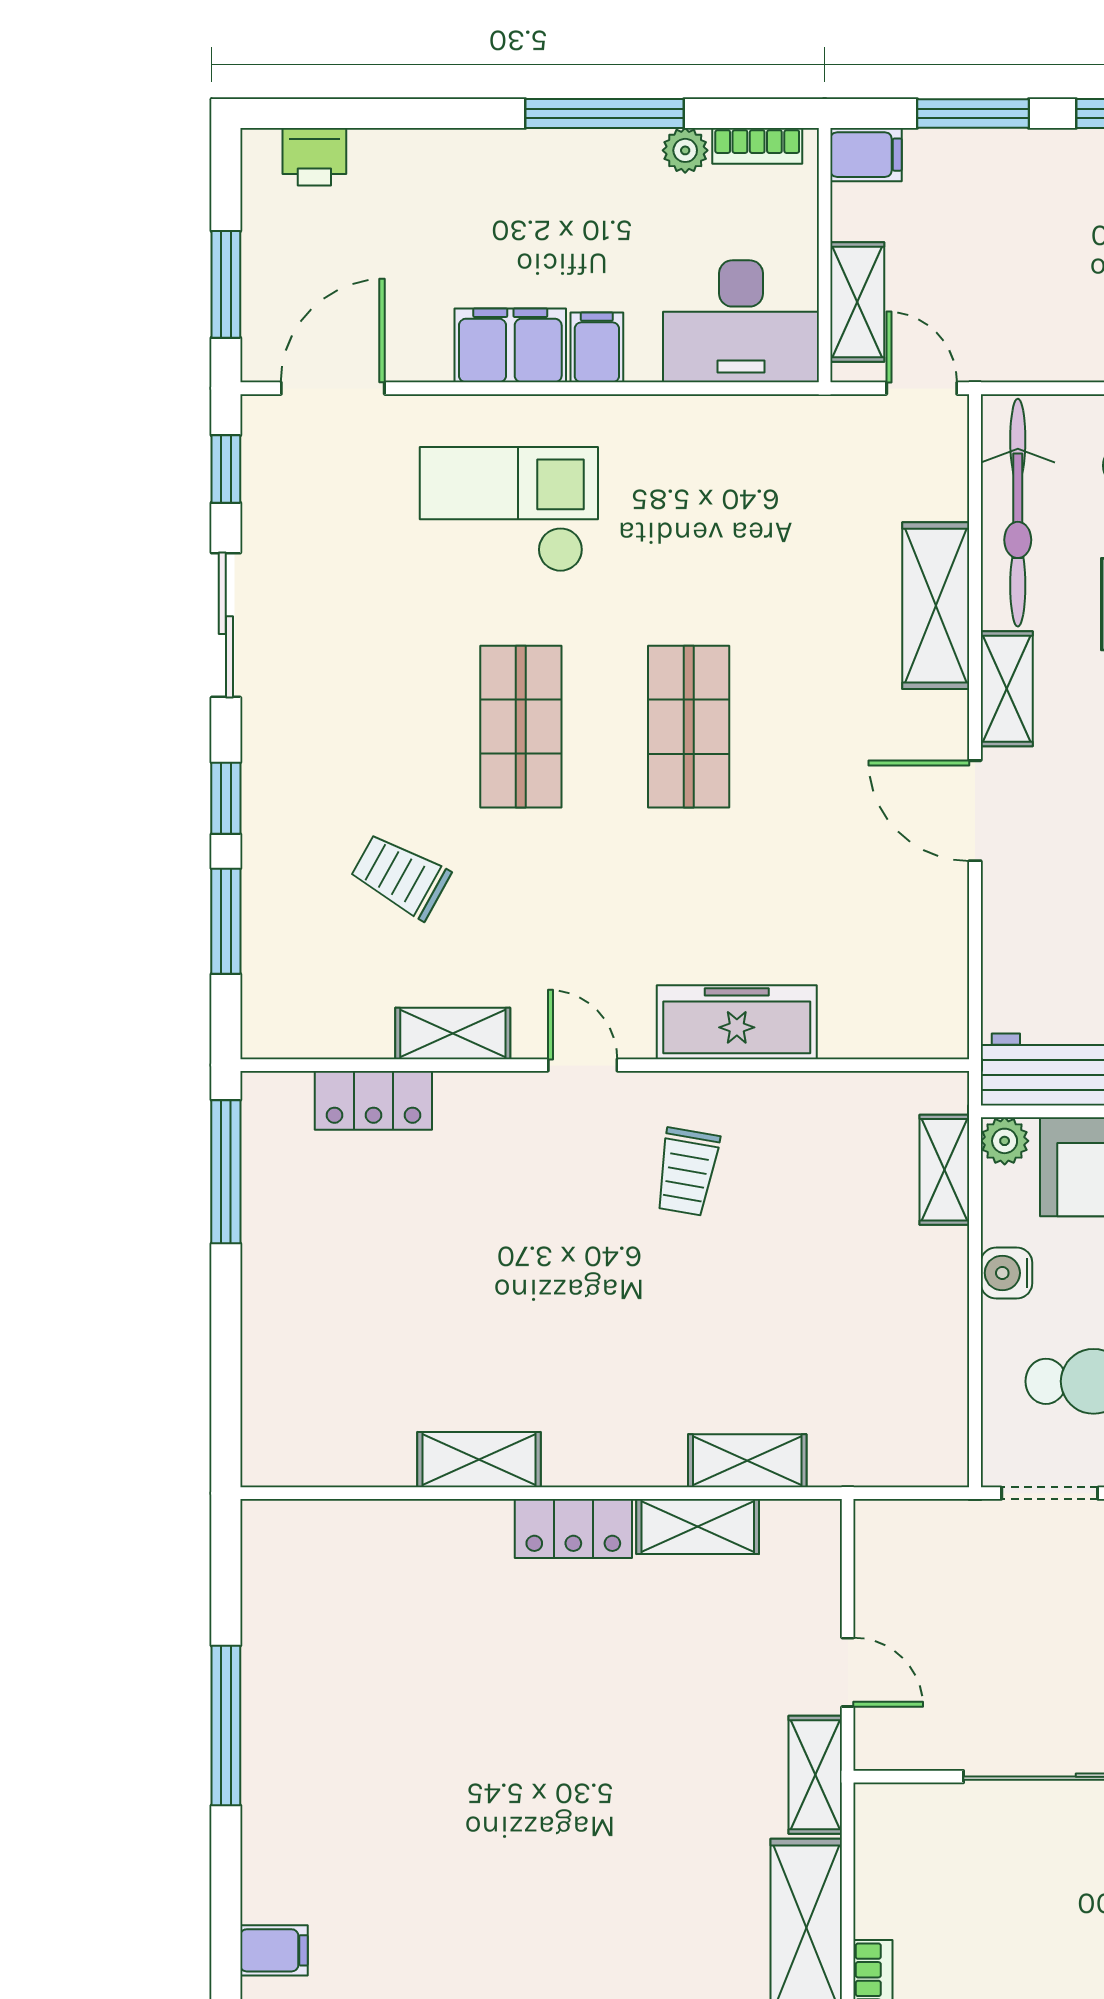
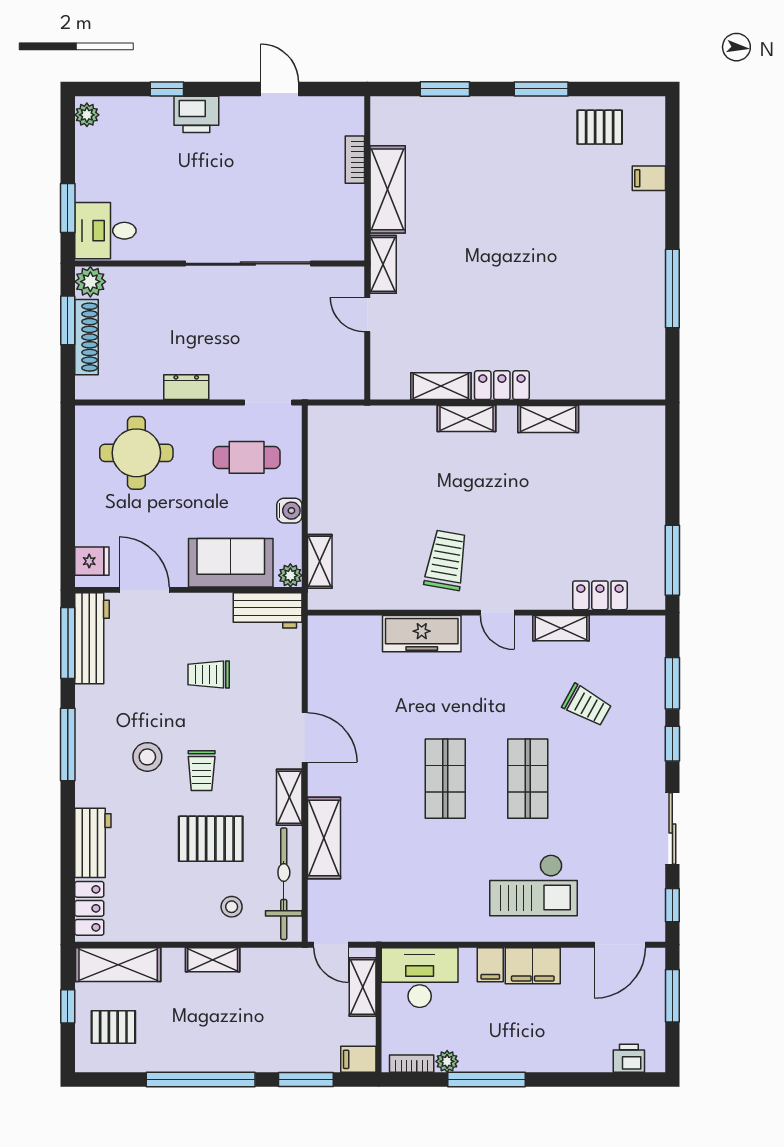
trolley: (687, 1172) -> (446, 560), width x1.36, depth x1.39
shelving: (747, 1461) -> (466, 418), moved

